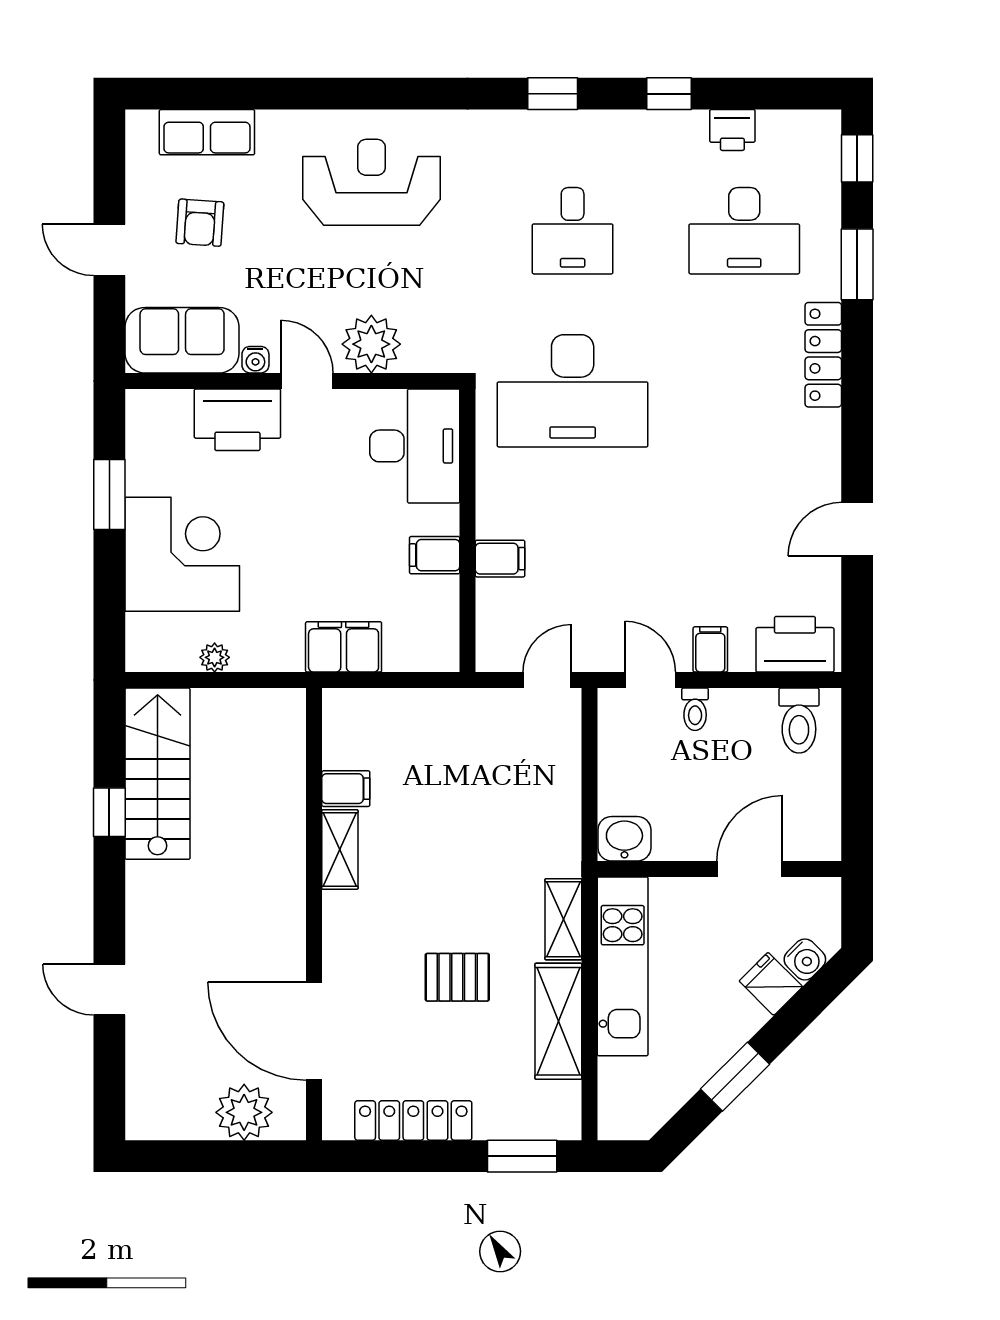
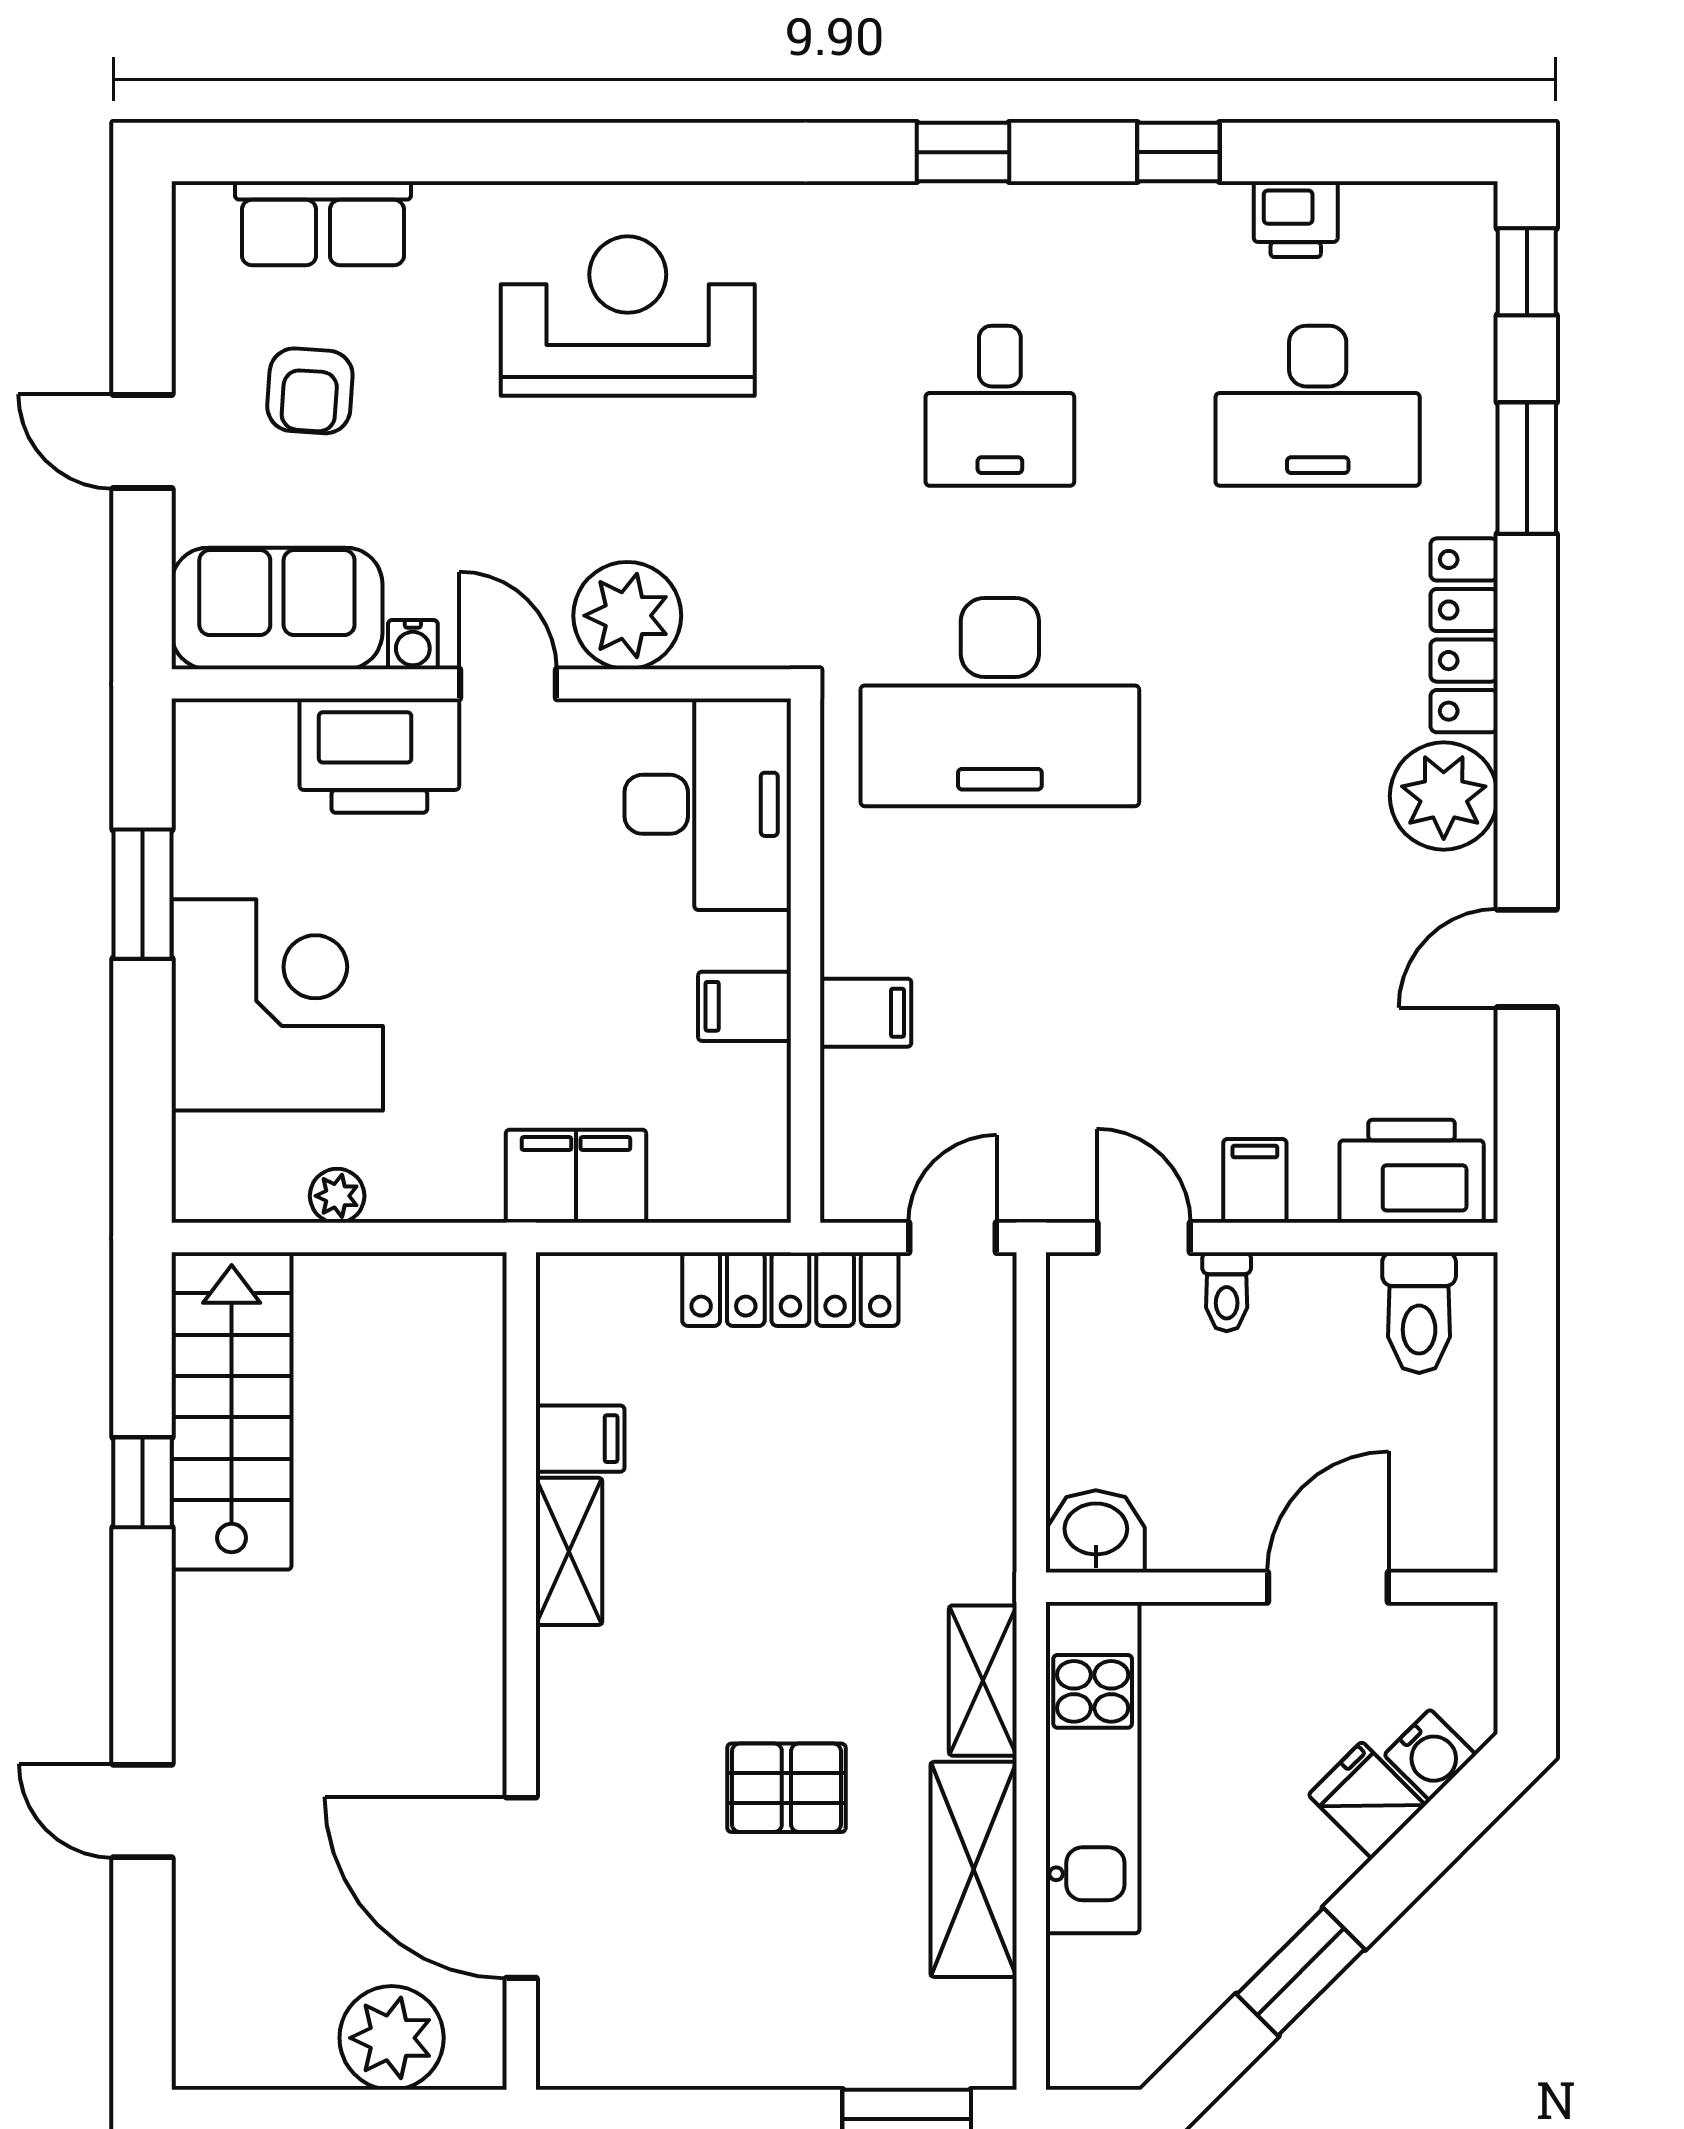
plant: (812, 442) -> (1444, 796), added
locker: (413, 1120) -> (790, 1289), moved, turned 180

